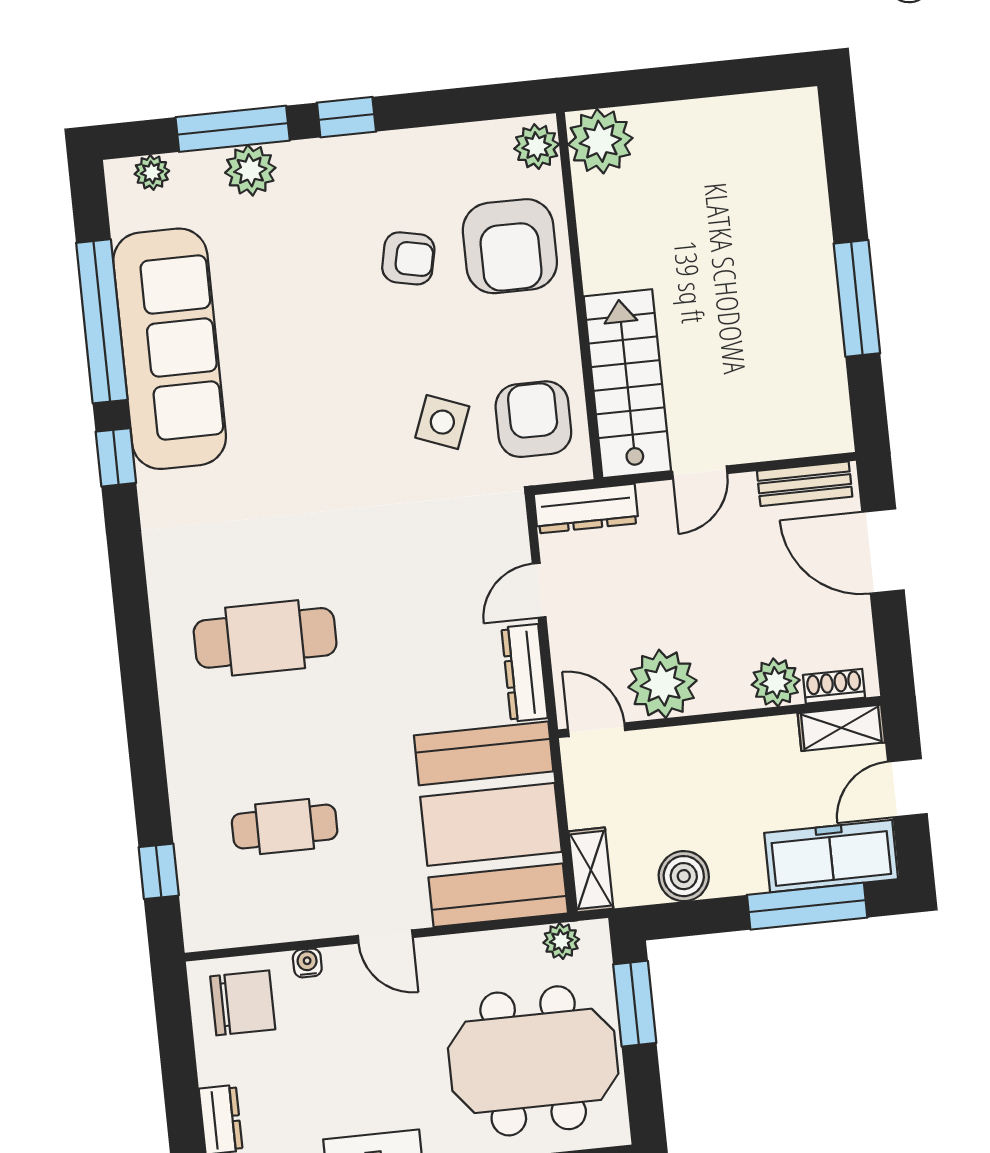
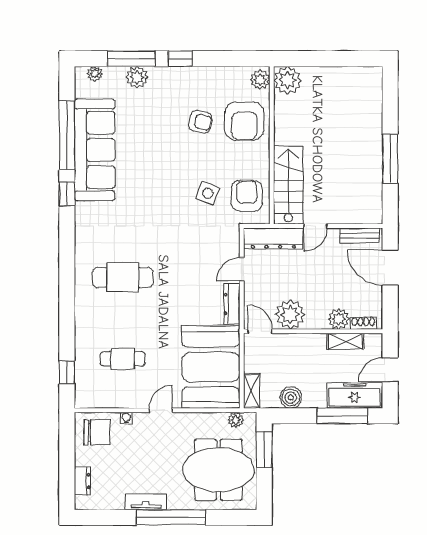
dresser: (586, 509) -> (273, 239), width x1.37, depth x1.24
shelving: (841, 728) -> (345, 341), moved
door: (385, 937) -> (161, 410), swing flipped

